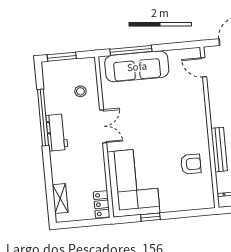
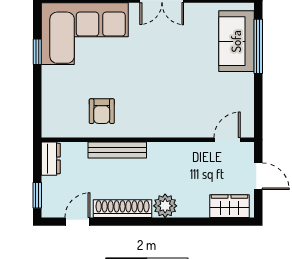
sofa: (137, 66) -> (236, 41), width x0.73

